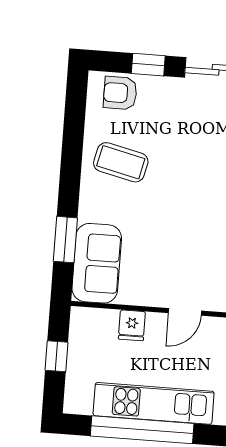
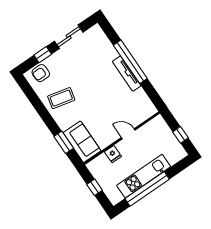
door: (185, 312) -> (128, 134), swing flipped

